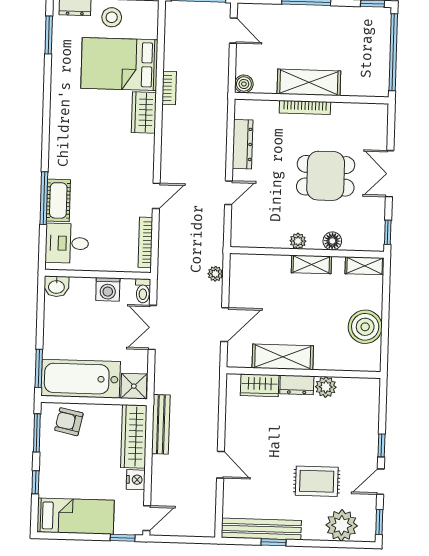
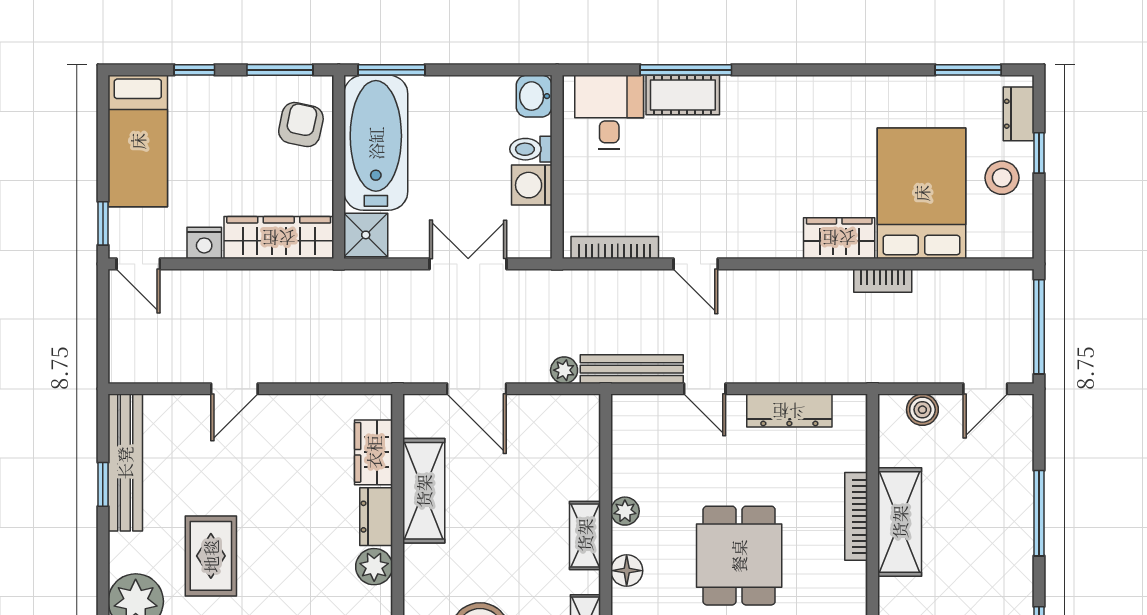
boiler: (244, 84) -> (922, 410), moved
toilet: (143, 291) -> (531, 149), moved
bench: (161, 424) -> (632, 369), moved

